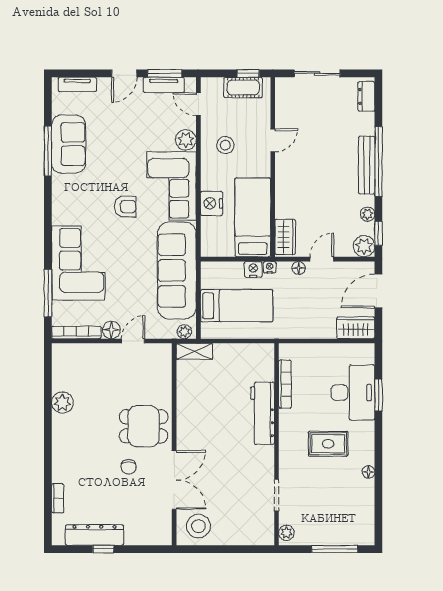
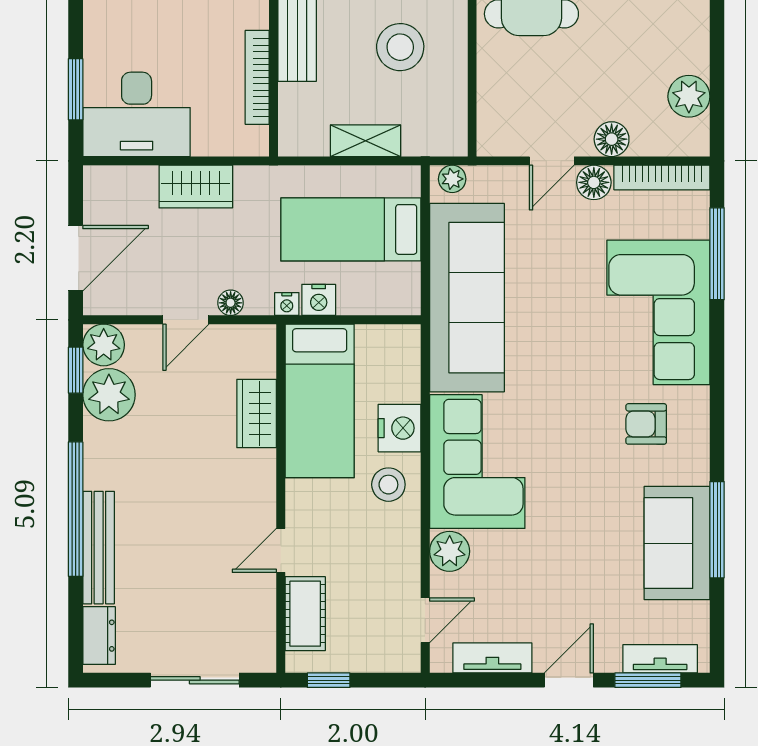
window: (165, 73) -> (648, 680), moved
cot: (243, 87) -> (305, 614), moved, turned 90
door: (198, 104) -> (425, 620), hinge flipped
stool: (225, 145) -> (388, 485), moved
bench: (367, 165) -> (99, 548), moved
armchair: (125, 207) -> (646, 424), moved
plant: (368, 214) -> (109, 395), width x1.87, depth x1.87
wardrobe: (285, 237) -> (257, 413), moved
wardrobe: (356, 328) -> (196, 187), moved
shelving: (194, 351) -> (366, 141), moved
floor lamp: (102, 352) -> (612, 139), added
desk: (353, 392) -> (137, 114), moved, turned -90
window: (378, 395) -> (76, 89), moved
stool: (211, 400) -> (400, 47), added
plant: (62, 403) -> (689, 96), moved

